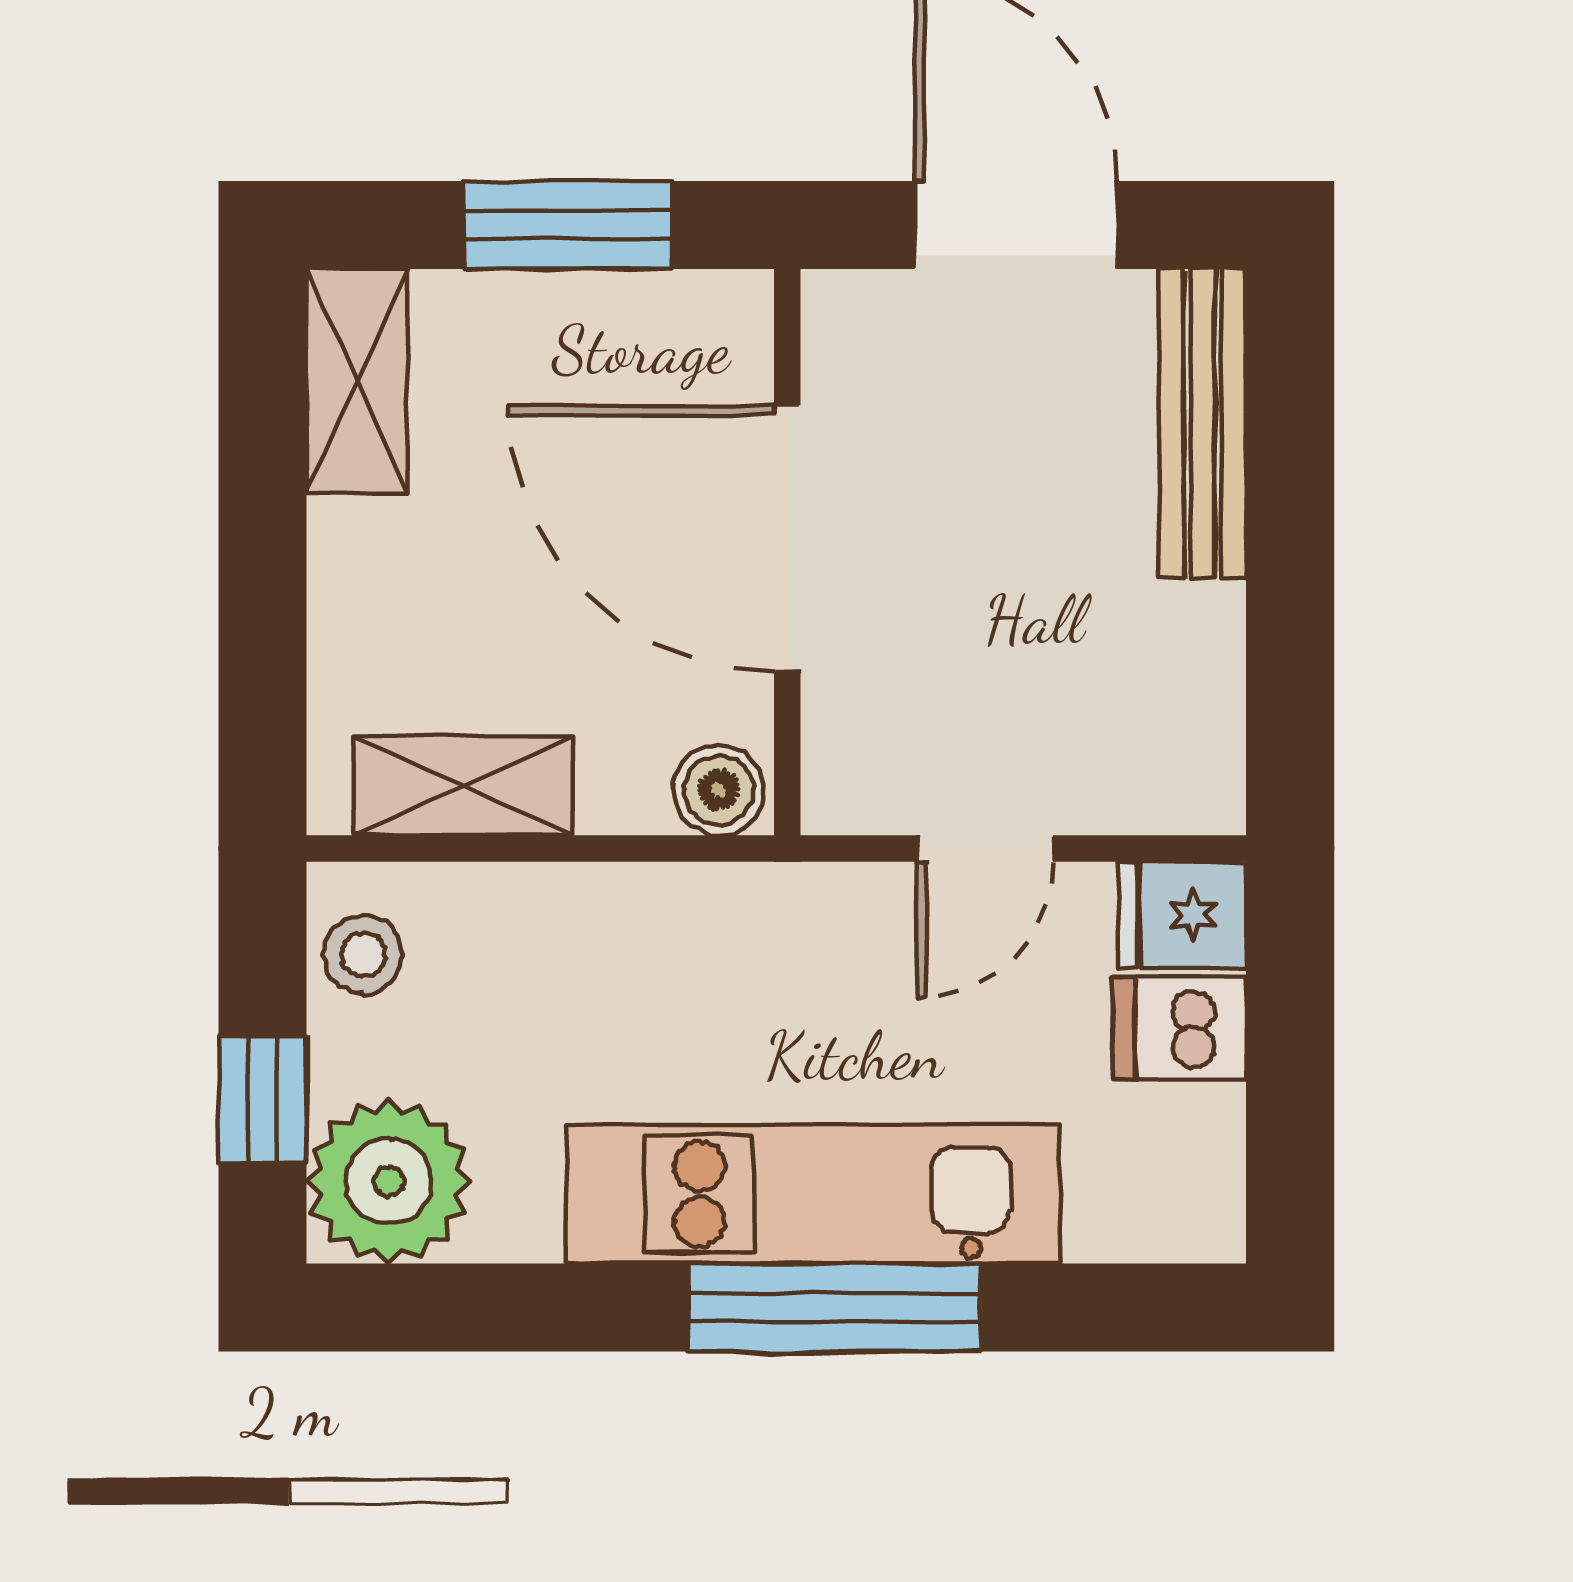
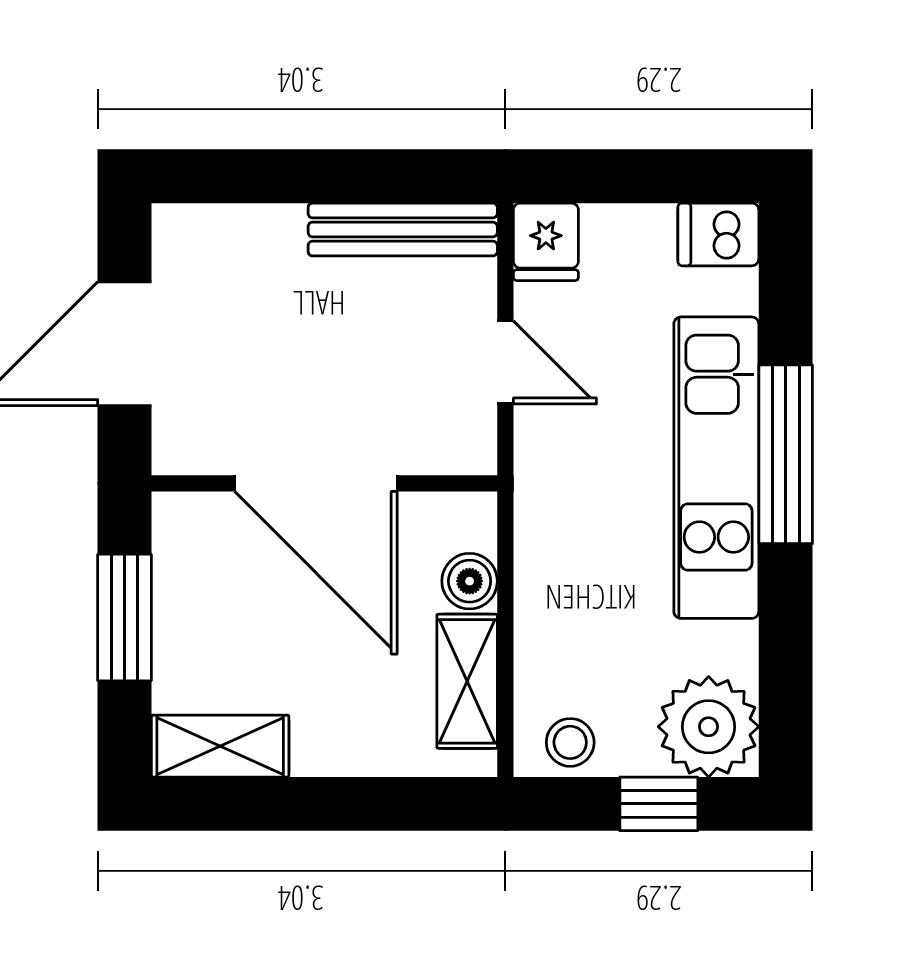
bench: (1203, 424) -> (403, 230), moved
door: (787, 538) -> (316, 483), hinge flipped
boiler: (719, 790) -> (470, 581), moved
dishwasher: (1180, 1028) -> (718, 234), moved, turned 90

